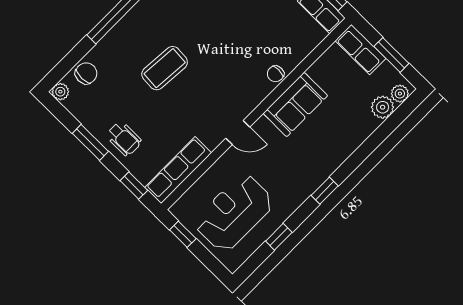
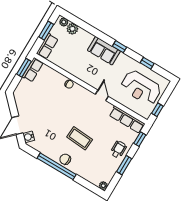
chair: (86, 73) -> (65, 159), moved
sofa: (295, 104) -> (104, 51), moved, turned 180

